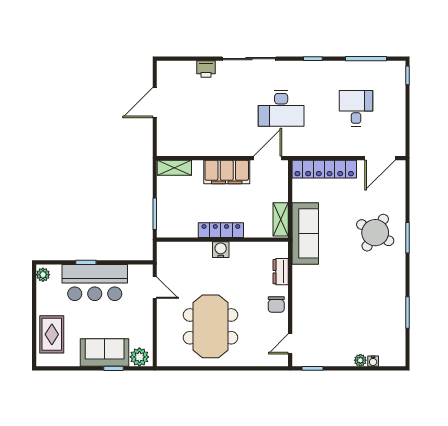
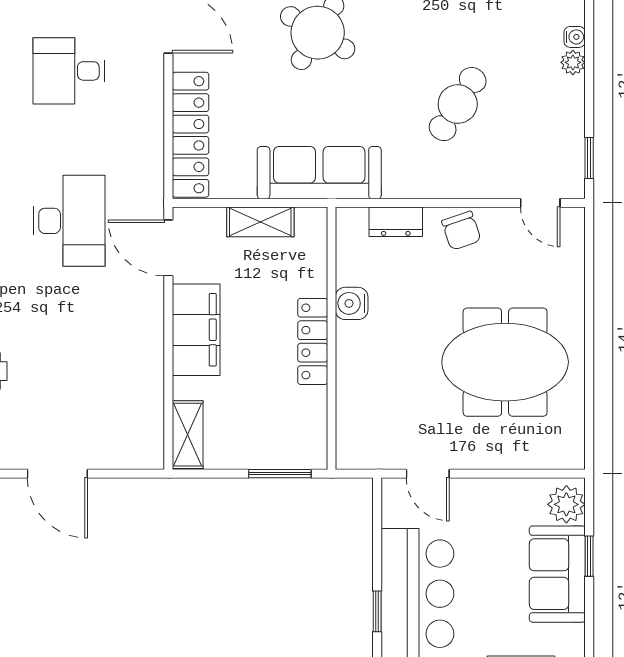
shelving: (281, 219) -> (260, 222), moved
water cooler: (221, 250) -> (352, 303), moved
door: (155, 288) -> (428, 474), swing flipped
cafe table: (340, 303) -> (458, 104), added
chair: (276, 304) -> (461, 231), turned 71

